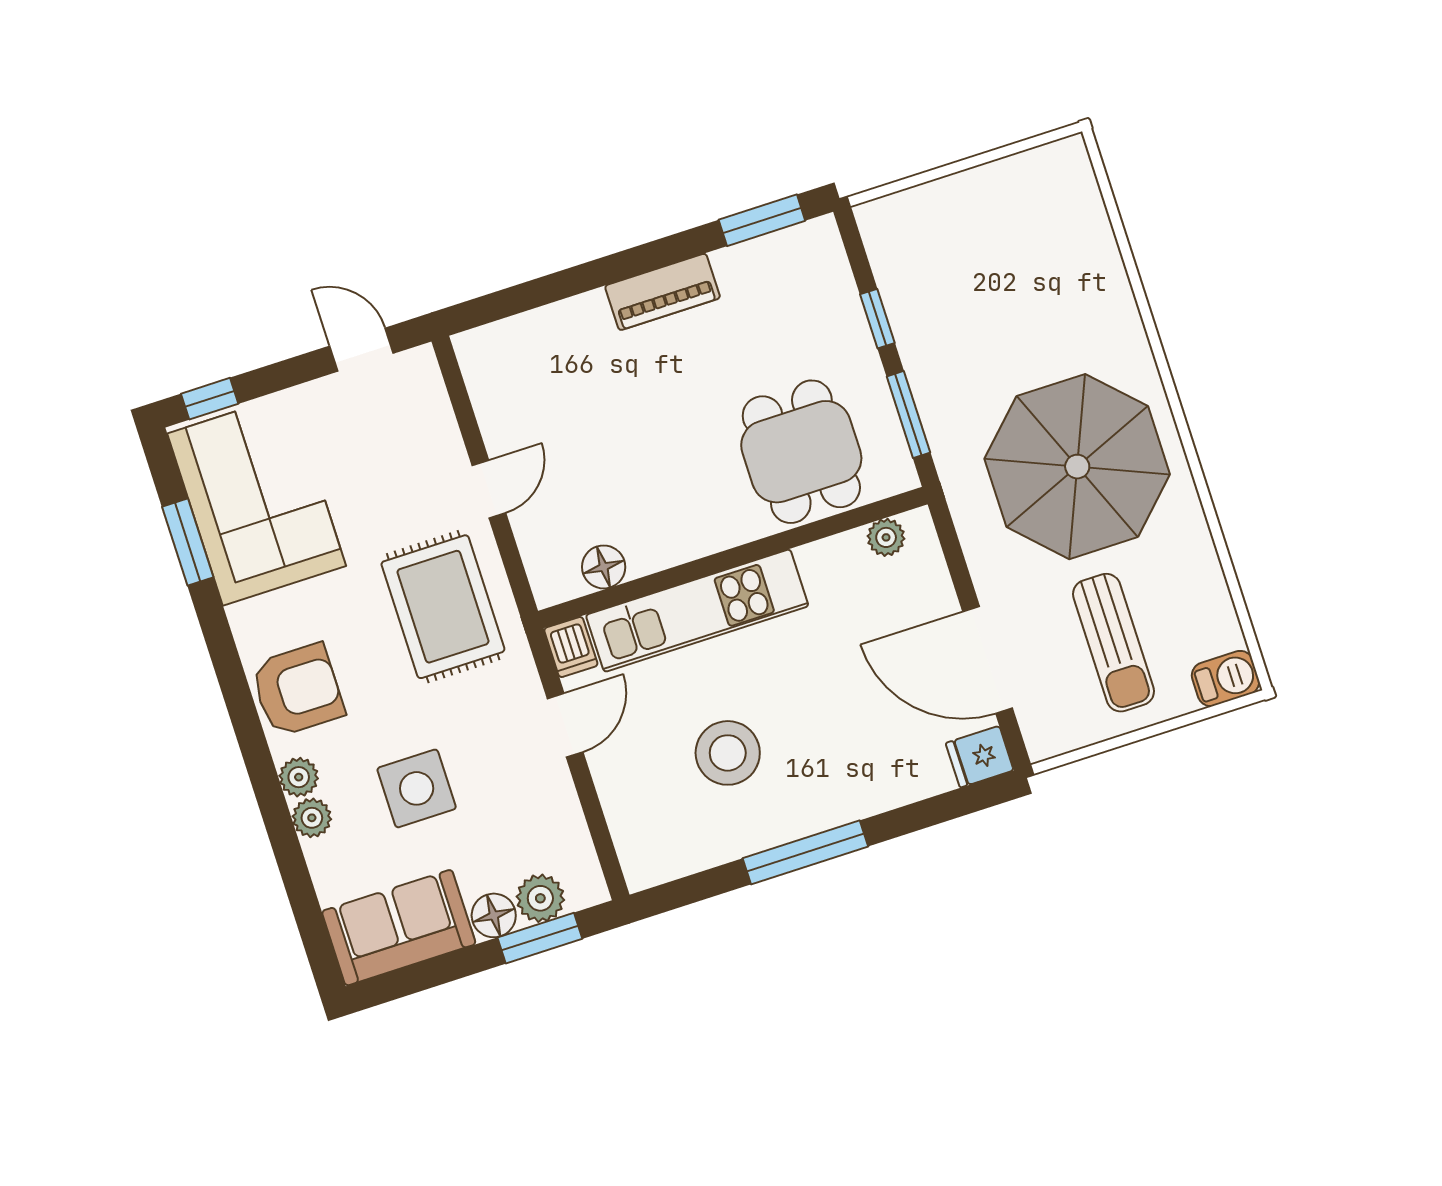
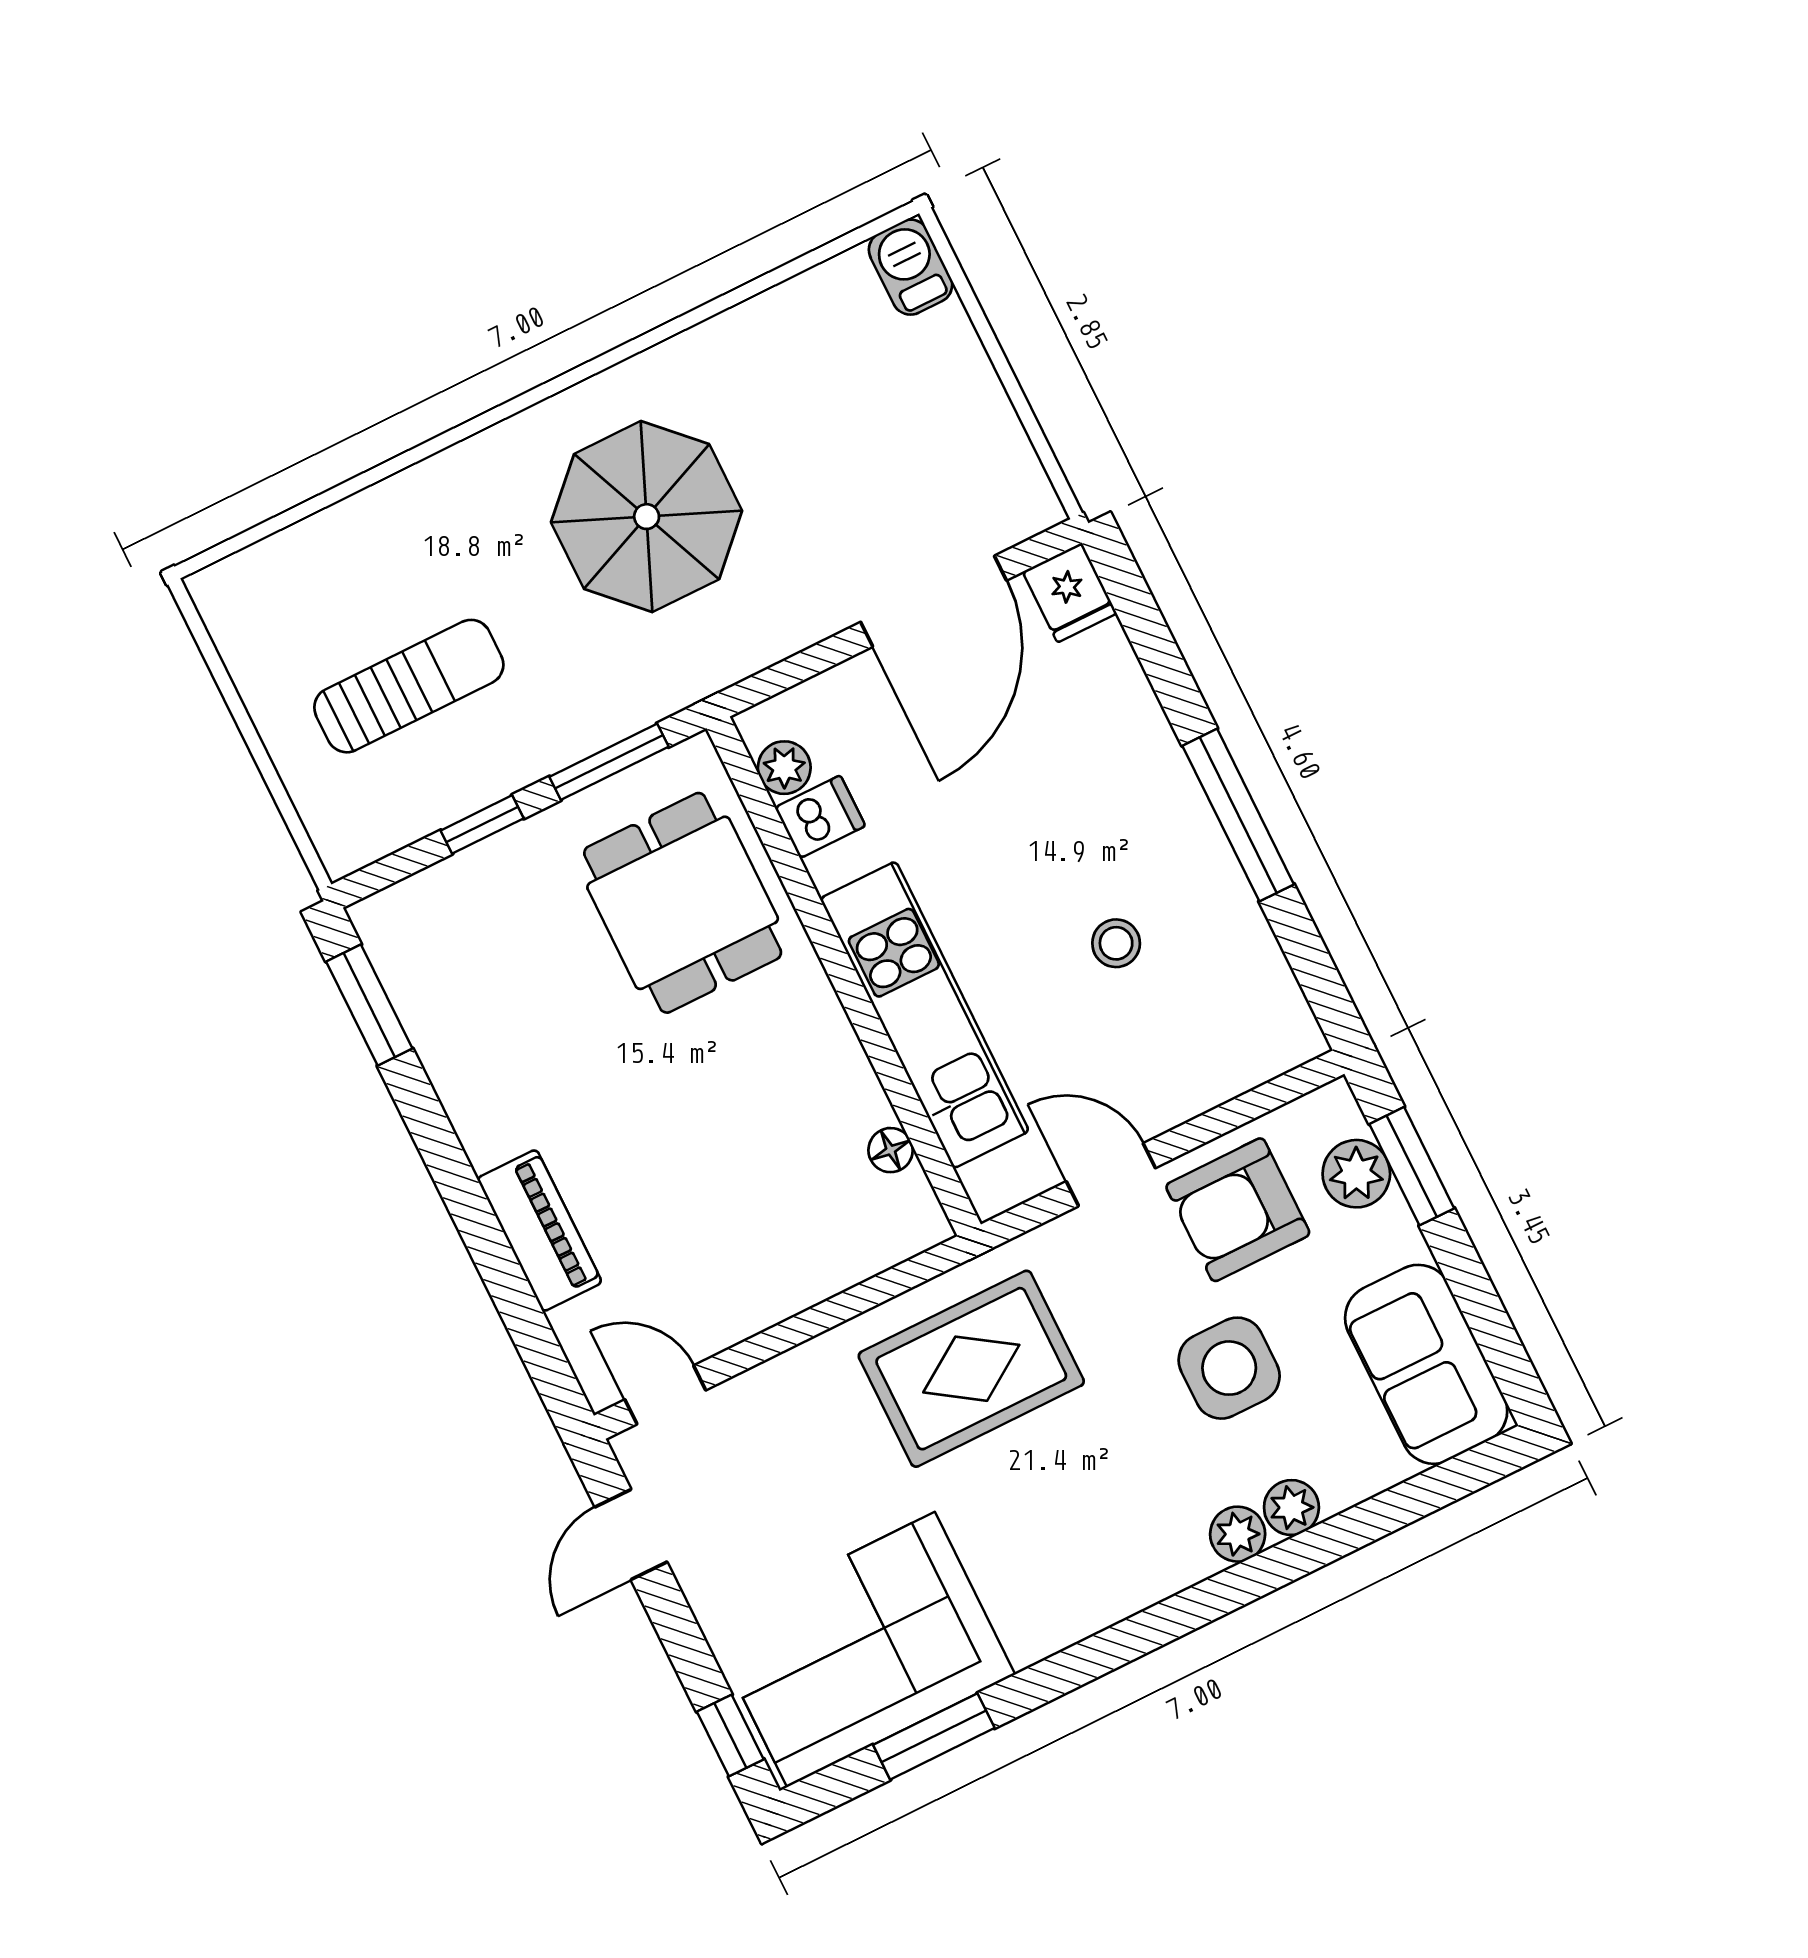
piano: (663, 292) -> (540, 1230), moved
dining table: (801, 452) -> (683, 903), turned 90
parasol: (1077, 467) -> (647, 517), width x0.73, depth x0.73
door: (489, 489) -> (665, 1395), moved
floor lamp: (604, 567) -> (891, 1150), width x0.73, depth x0.73
sun lounger: (1114, 643) -> (409, 686), moved
dishwasher: (571, 647) -> (820, 817), moved
armchair: (297, 690) -> (1238, 1210), moved, turned -90
stool: (728, 753) -> (1116, 943), width x0.53, depth x0.53
floor lamp: (494, 915) -> (1390, 1235), removed

